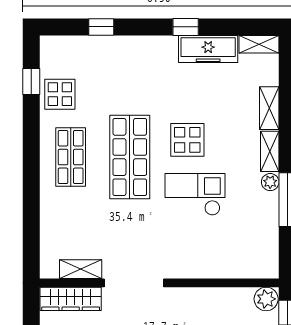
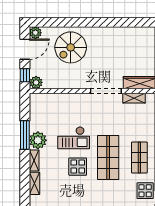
plant: (270, 182) -> (38, 140), width x1.87, depth x1.87

